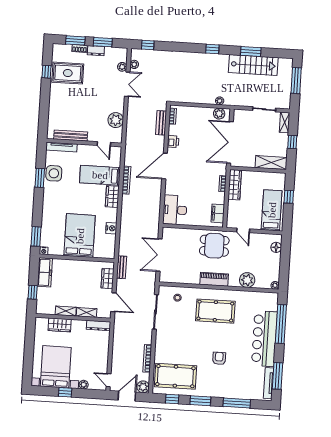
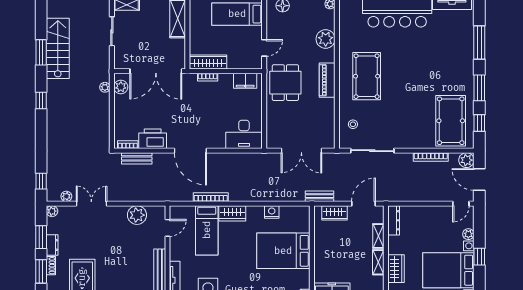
plant: (122, 67) -> (52, 211), moved
printer: (173, 141) -> (153, 139), width x1.87, depth x1.48
armchair: (219, 358) -> (425, 68), removed

